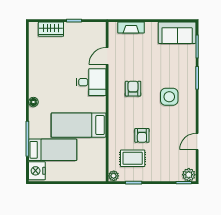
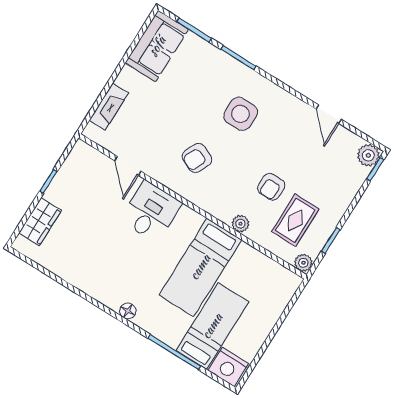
armchair: (133, 89) -> (197, 158), turned -65
plant: (113, 132) -> (240, 224), added
armchair: (142, 135) -> (271, 187), turned 90

